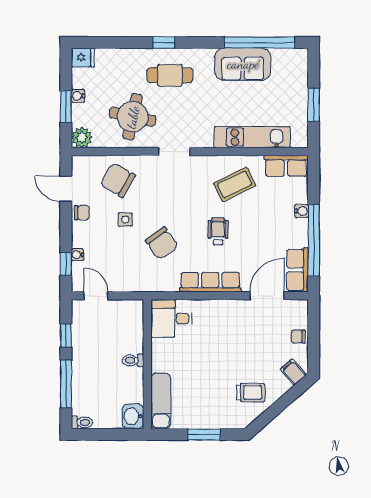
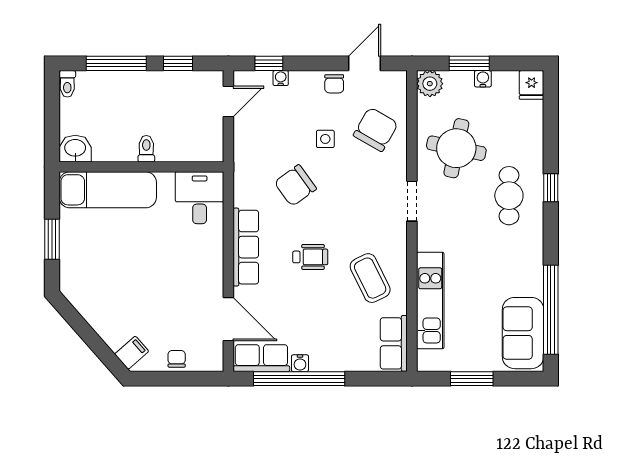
sofa: (243, 64) -> (523, 333), moved
water cooler: (302, 211) -> (300, 363), moved
trolley: (251, 393) -> (105, 298), removed
exam couch: (161, 401) -> (108, 190), width x1.36, depth x1.45

